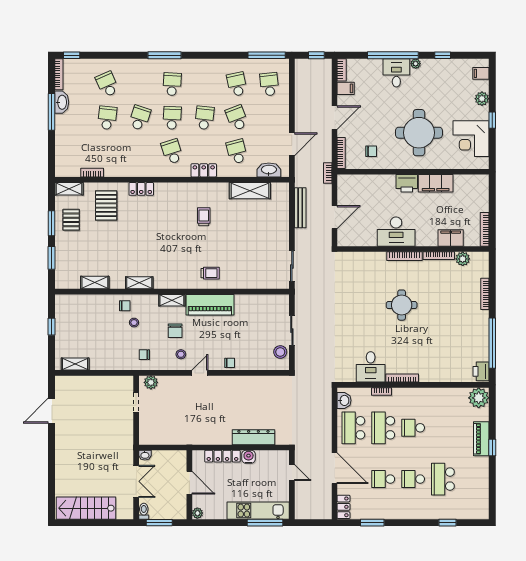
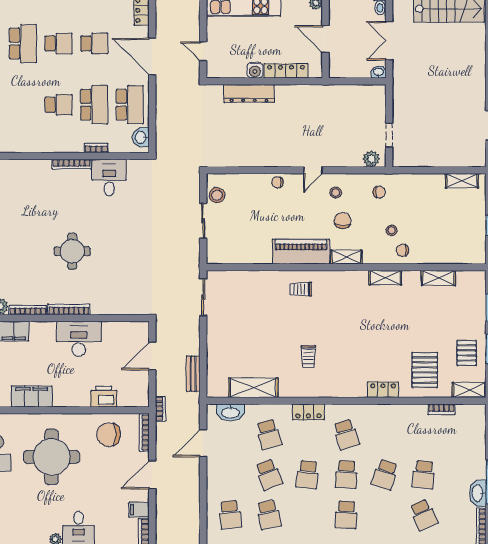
chair: (371, 151) -> (109, 435), width x1.87, depth x1.87
printer: (407, 183) -> (104, 397), moved
bench: (300, 208) -> (193, 374), width x0.73

